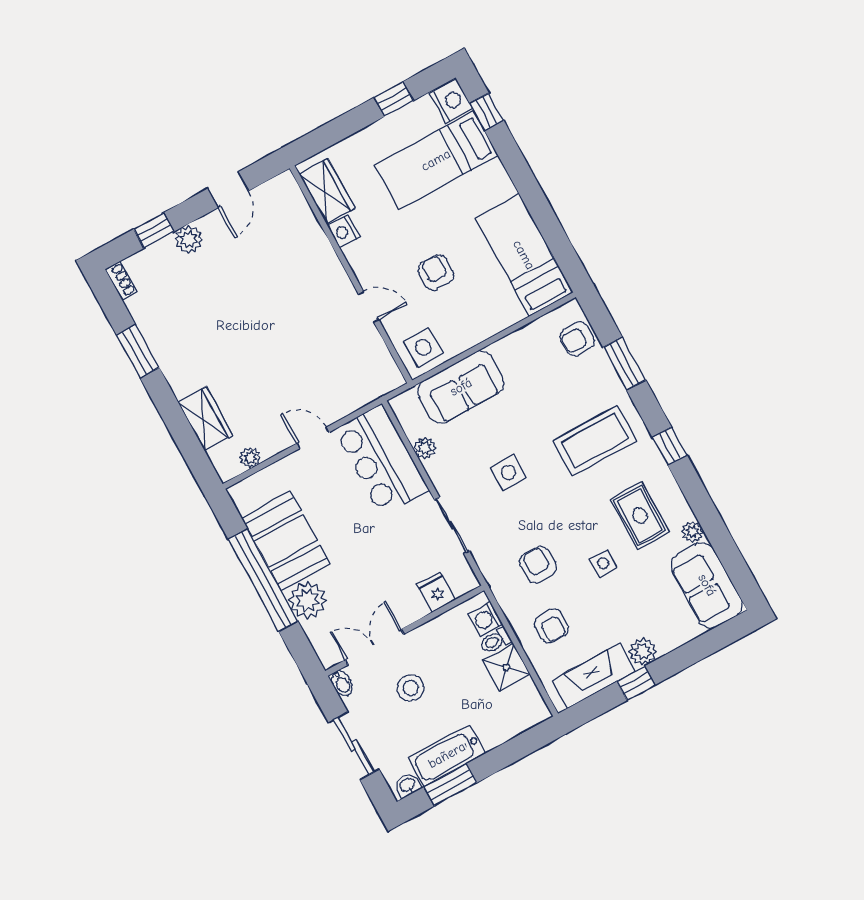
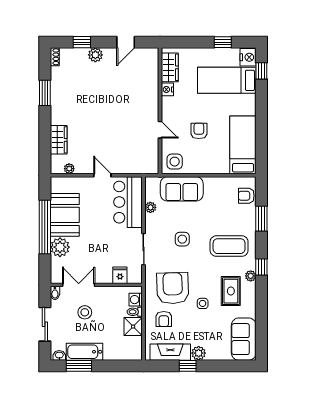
plant: (692, 532) -> (251, 276), moved
armchair: (538, 565) -> (173, 288), width x1.88, depth x1.88

